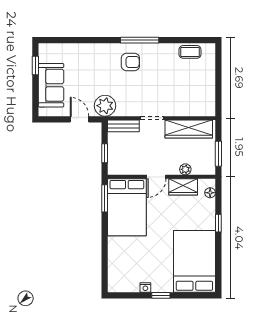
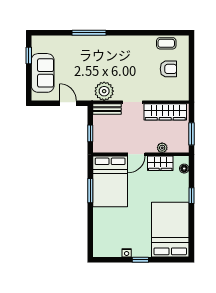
window: (140, 40) -> (89, 33), moved
armchair: (130, 62) -> (168, 69), moved
plant: (105, 106) -> (104, 91), moved
window: (105, 198) -> (90, 191), moved

